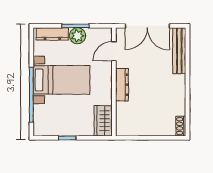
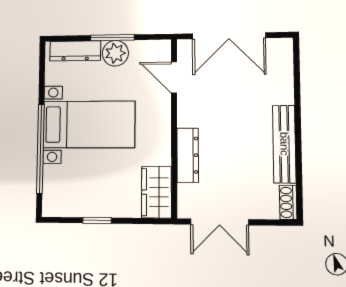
door: (114, 51) -> (174, 77), hinge flipped
bench: (179, 51) -> (284, 144), moved
dresser: (122, 85) -> (188, 155), moved
double door: (141, 138) -> (220, 222), added

